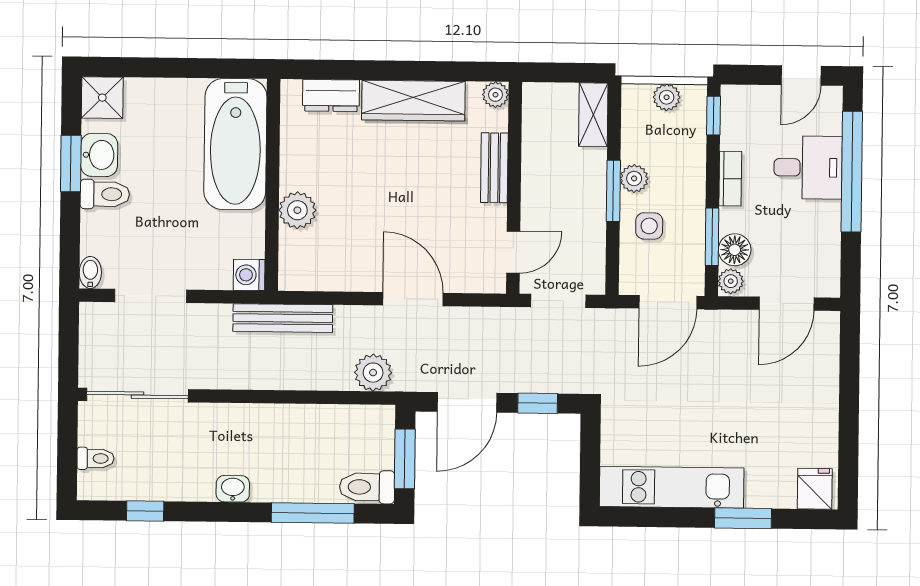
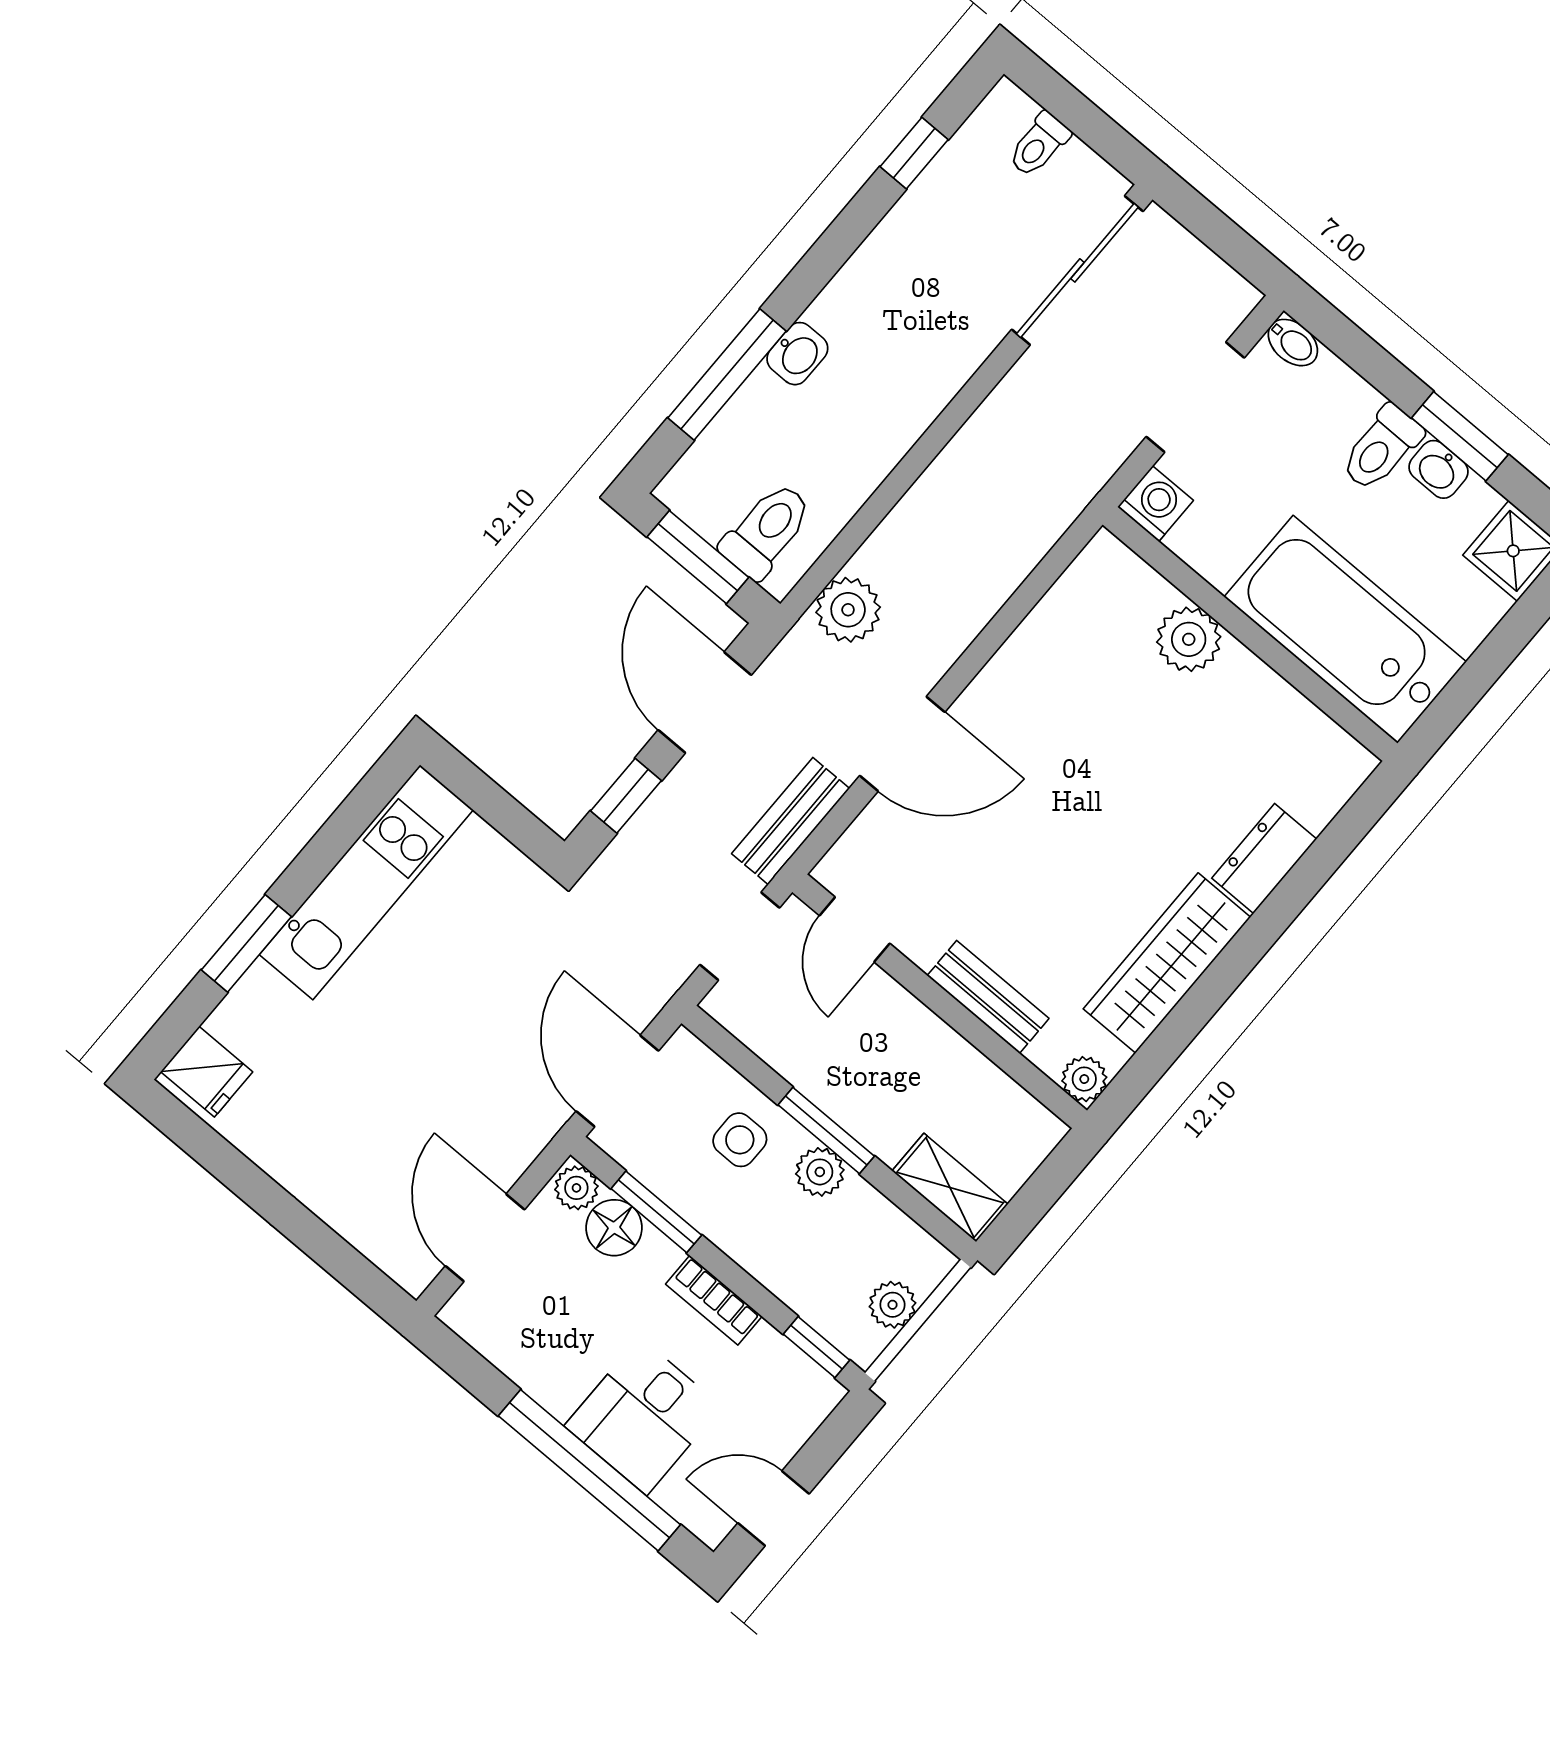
door: (801, 75) -> (774, 1508), hinge flipped
bathtub: (235, 144) -> (1345, 629), moved
washbasin: (99, 155) -> (1439, 469), width x0.72, depth x0.69
wall: (272, 185) -> (1250, 634), moved
plant: (297, 210) -> (1189, 639), moved
washing machine: (249, 275) -> (1156, 504), moved
bench: (283, 318) -> (791, 821), moved, width x0.73
toilet: (367, 487) -> (767, 531), moved
washbasin: (233, 489) -> (797, 354), moved

